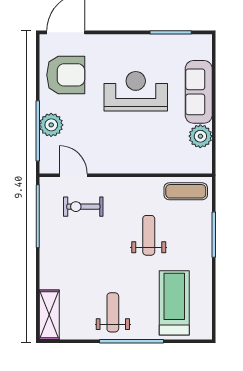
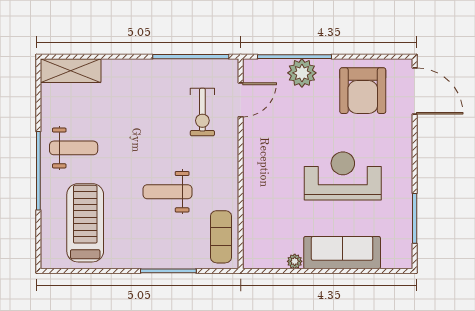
reception desk: (136, 91) -> (343, 176), turned -90
plant: (200, 136) -> (295, 261), width x0.53, depth x0.53
exercise bike: (83, 207) -> (202, 112), turned 180
weight bench: (149, 235) -> (167, 192), turned 180
treadmill: (174, 303) -> (85, 223), turned -90

